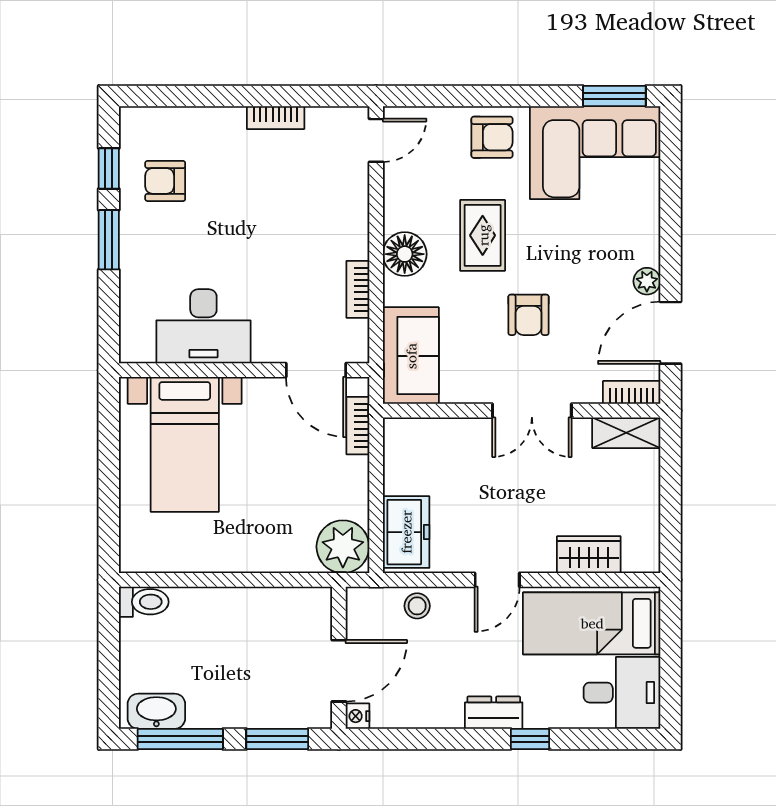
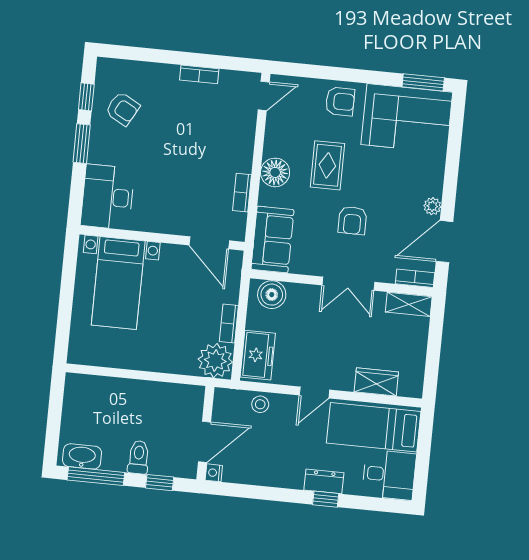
armchair: (165, 181) -> (123, 109), turned -151
desk: (203, 326) -> (108, 197), moved, turned 90
bookcase: (358, 426) -> (229, 324), moved
boiler: (418, 439) -> (272, 295), added
toilet: (144, 602) -> (139, 457), moved, turned -90
dresser: (494, 713) -> (324, 481), moved
window: (277, 739) -> (160, 483), width x0.67

